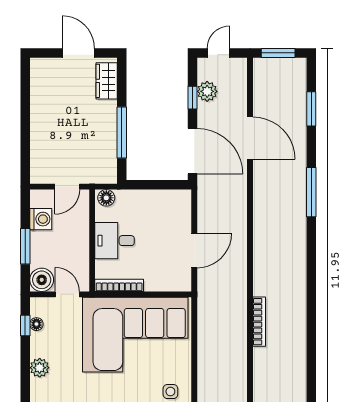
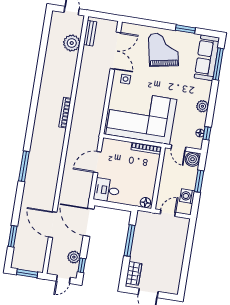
window: (192, 98) -> (82, 265), moved
window: (311, 192) -> (24, 166), moved
desk: (115, 241) -> (107, 190), moved, turned 180

